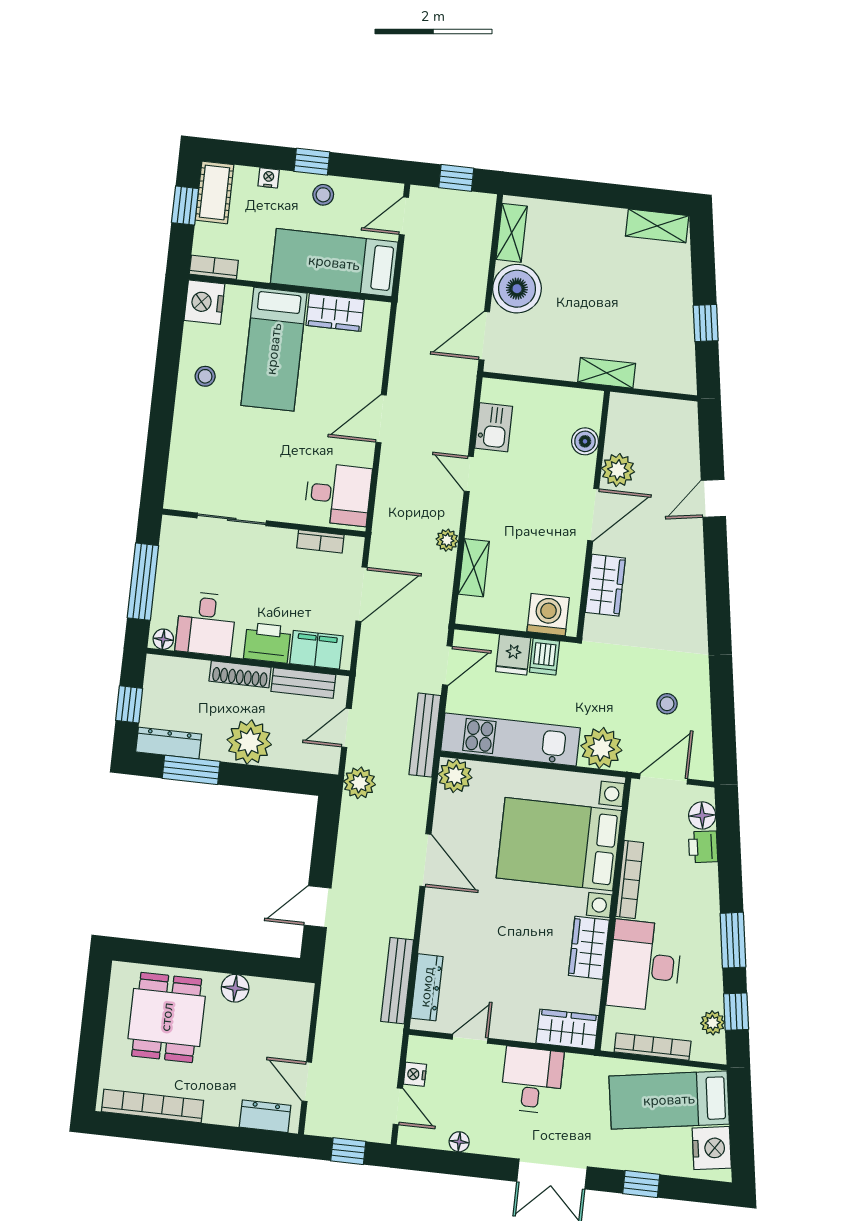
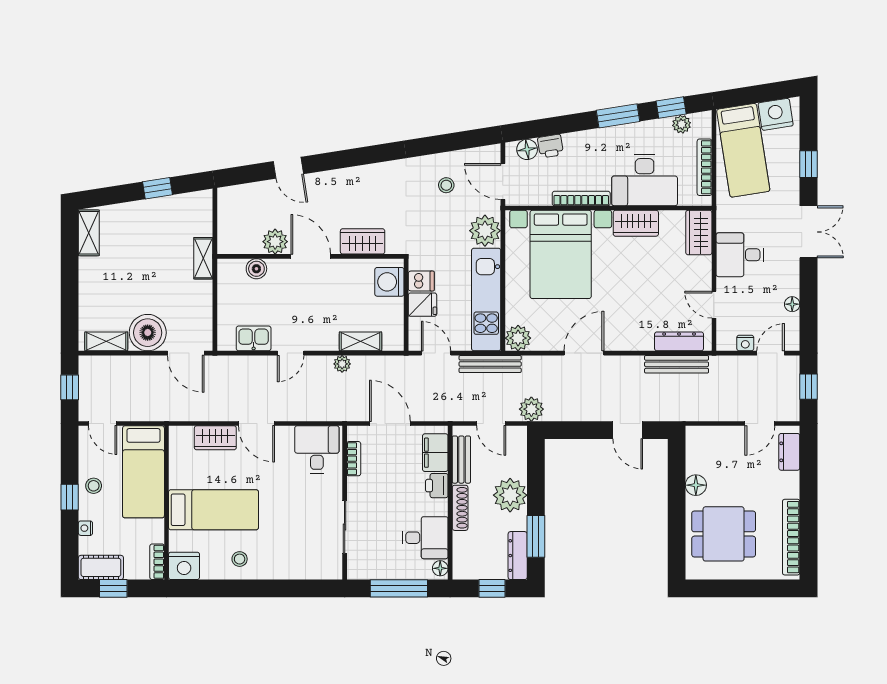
wardrobe: (335, 312) -> (215, 438), moved, turned 90
printer: (267, 643) -> (437, 486), width x0.73, depth x0.81

